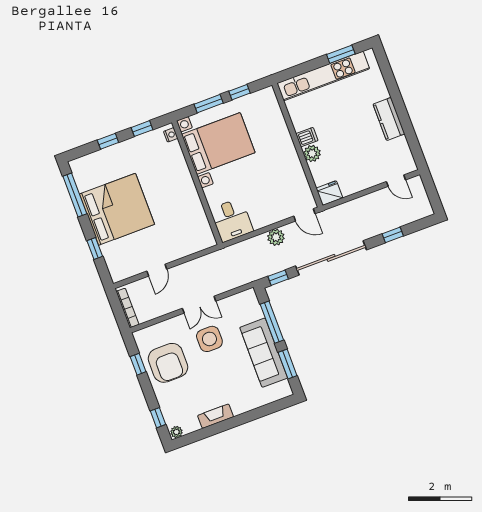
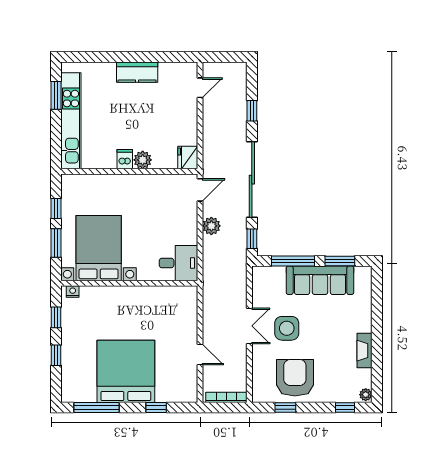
armchair: (168, 363) -> (295, 378), turned -90

